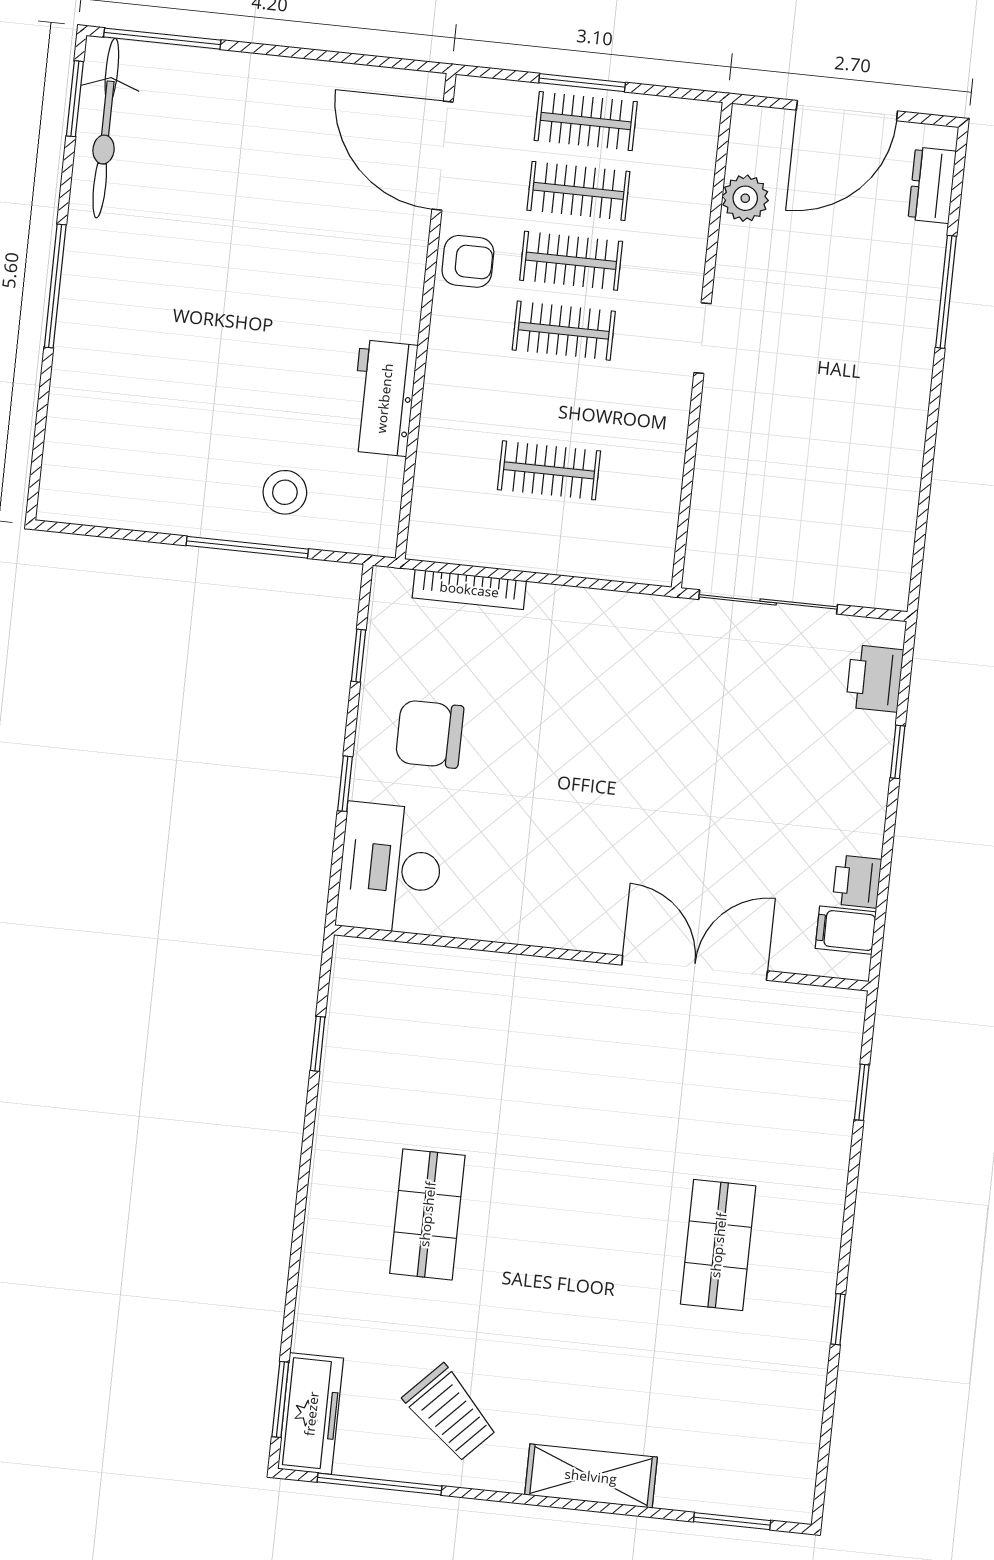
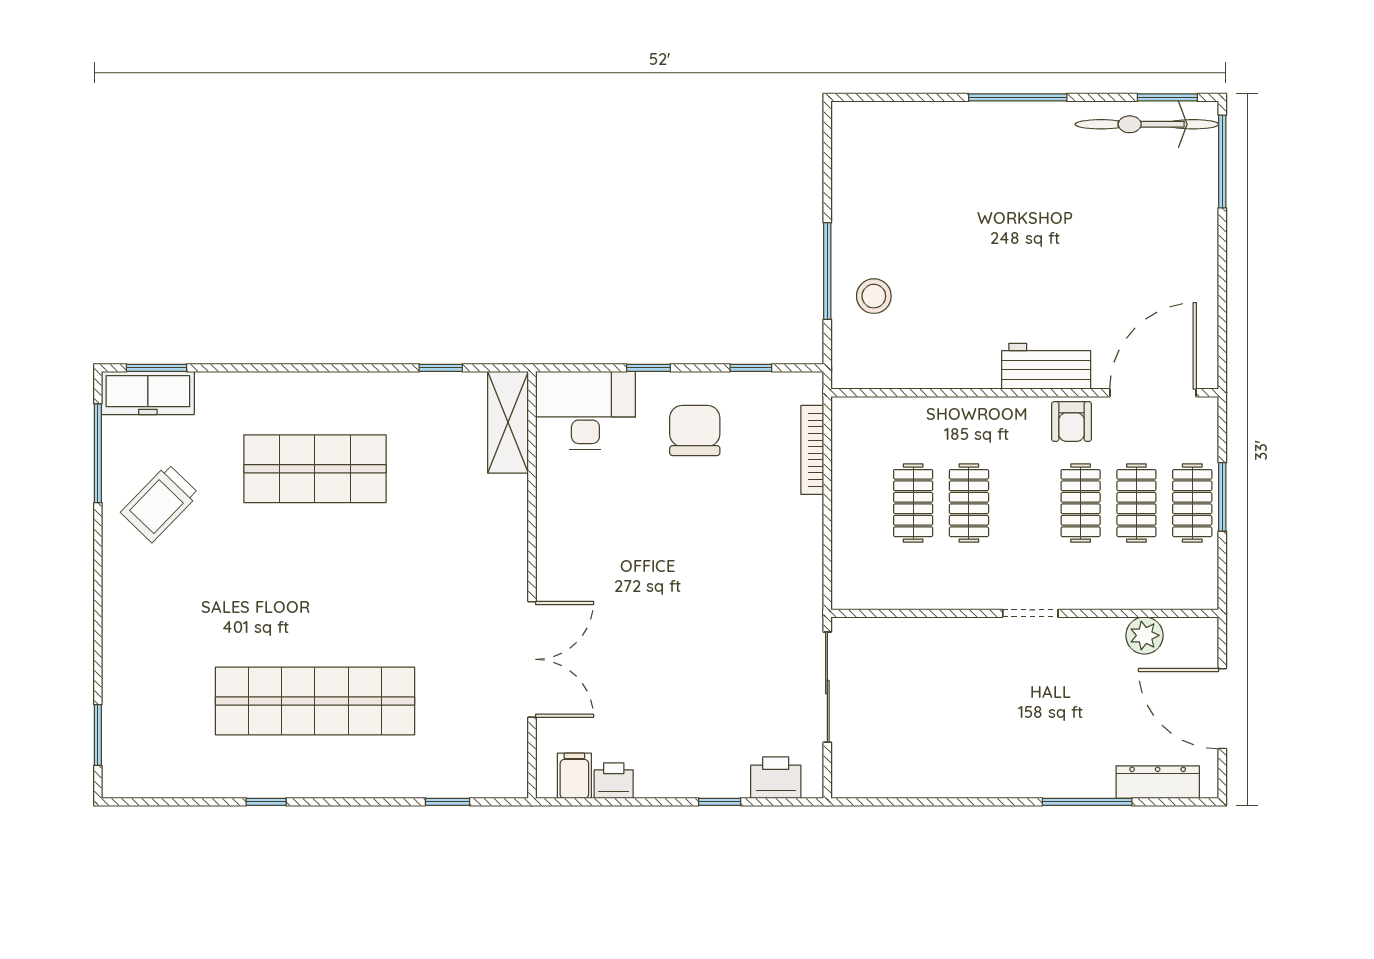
dresser: (932, 185) -> (1158, 782), width x1.44
clothes rail: (564, 331) -> (969, 503), moved
workbench: (384, 398) -> (1046, 366), moved
shop shelf: (427, 1214) -> (315, 469), width x1.43, depth x1.36
shop shelf: (718, 1245) -> (315, 701), width x2.00, depth x1.36
shelving: (591, 1476) -> (508, 422), moved

